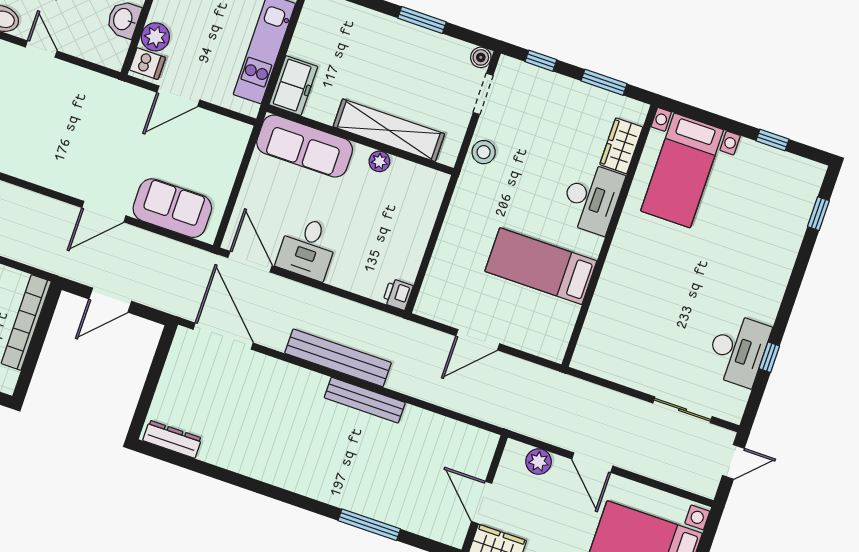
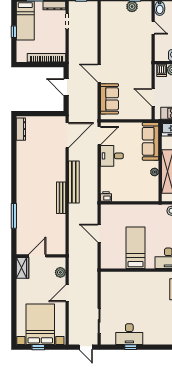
door: (41, 49) -> (153, 28), hinge flipped
door: (178, 96) -> (153, 97), moved

